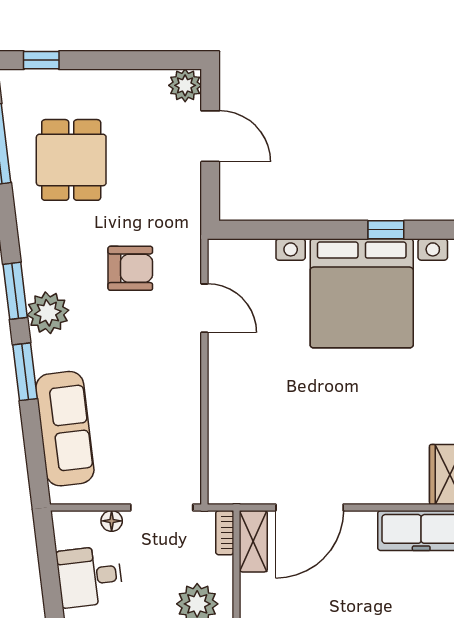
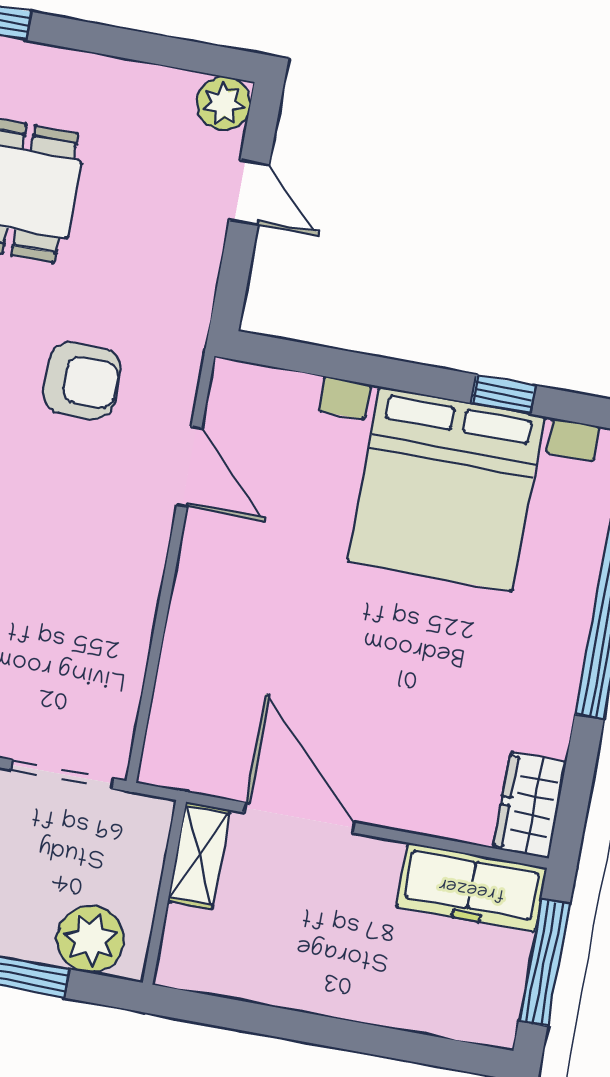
door: (210, 136) -> (249, 192), width x0.73
door: (310, 507) -> (299, 818), swing flipped
bookcase: (225, 533) -> (156, 833), removed

